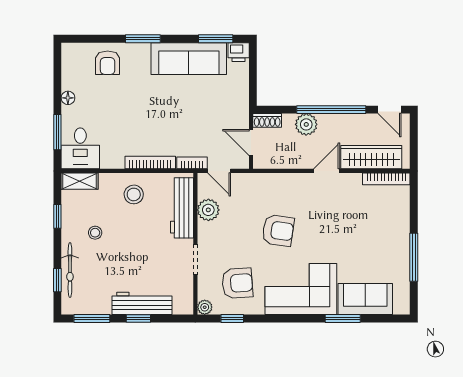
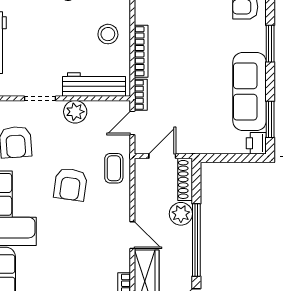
shoe rack: (267, 120) -> (185, 179), width x1.43
coffee table: (263, 189) -> (114, 168), added
plant: (208, 210) -> (75, 112), moved

